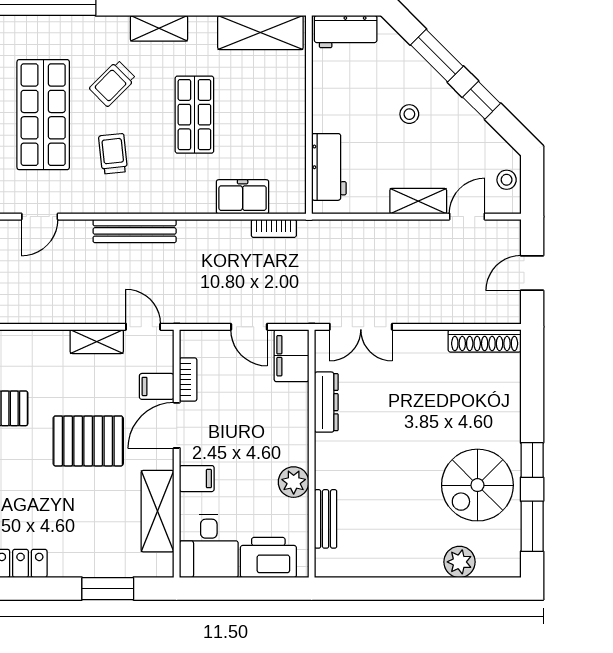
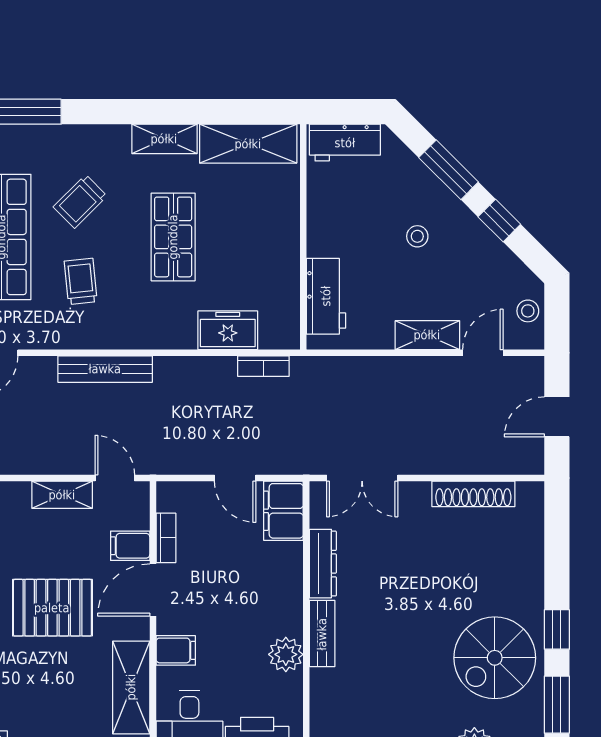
shelving: (159, 28) -> (164, 139), moved
shoe rack: (485, 341) -> (473, 494), moved
bench: (326, 519) -> (322, 634), moved

